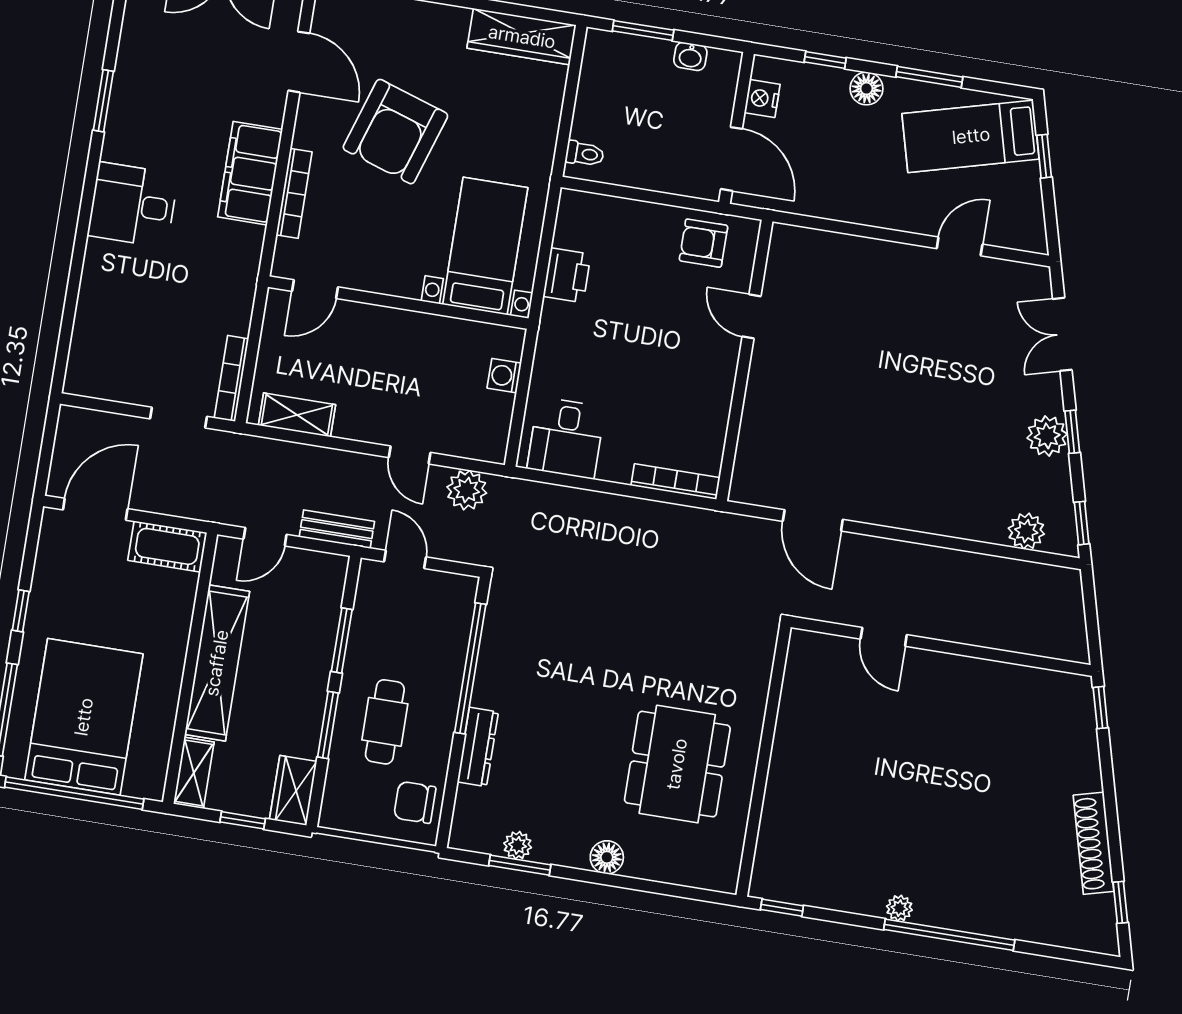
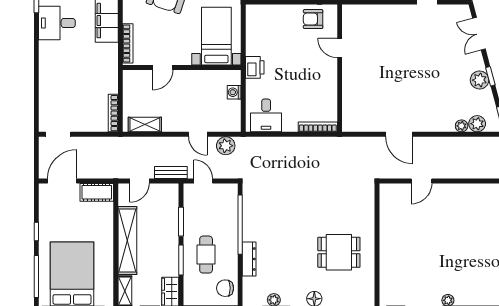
bookcase: (294, 193) -> (128, 43), moved
desk: (133, 205) -> (57, 23), moved
printer: (567, 275) -> (255, 67), moved
door: (315, 289) -> (163, 67), moved
doorway: (179, 418) -> (58, 134), moved
door: (813, 520) -> (399, 134), moved
plant: (991, 530) -> (462, 126), added
door: (884, 637) -> (421, 181), hinge flipped
dining table: (677, 764) -> (339, 252), width x0.73

